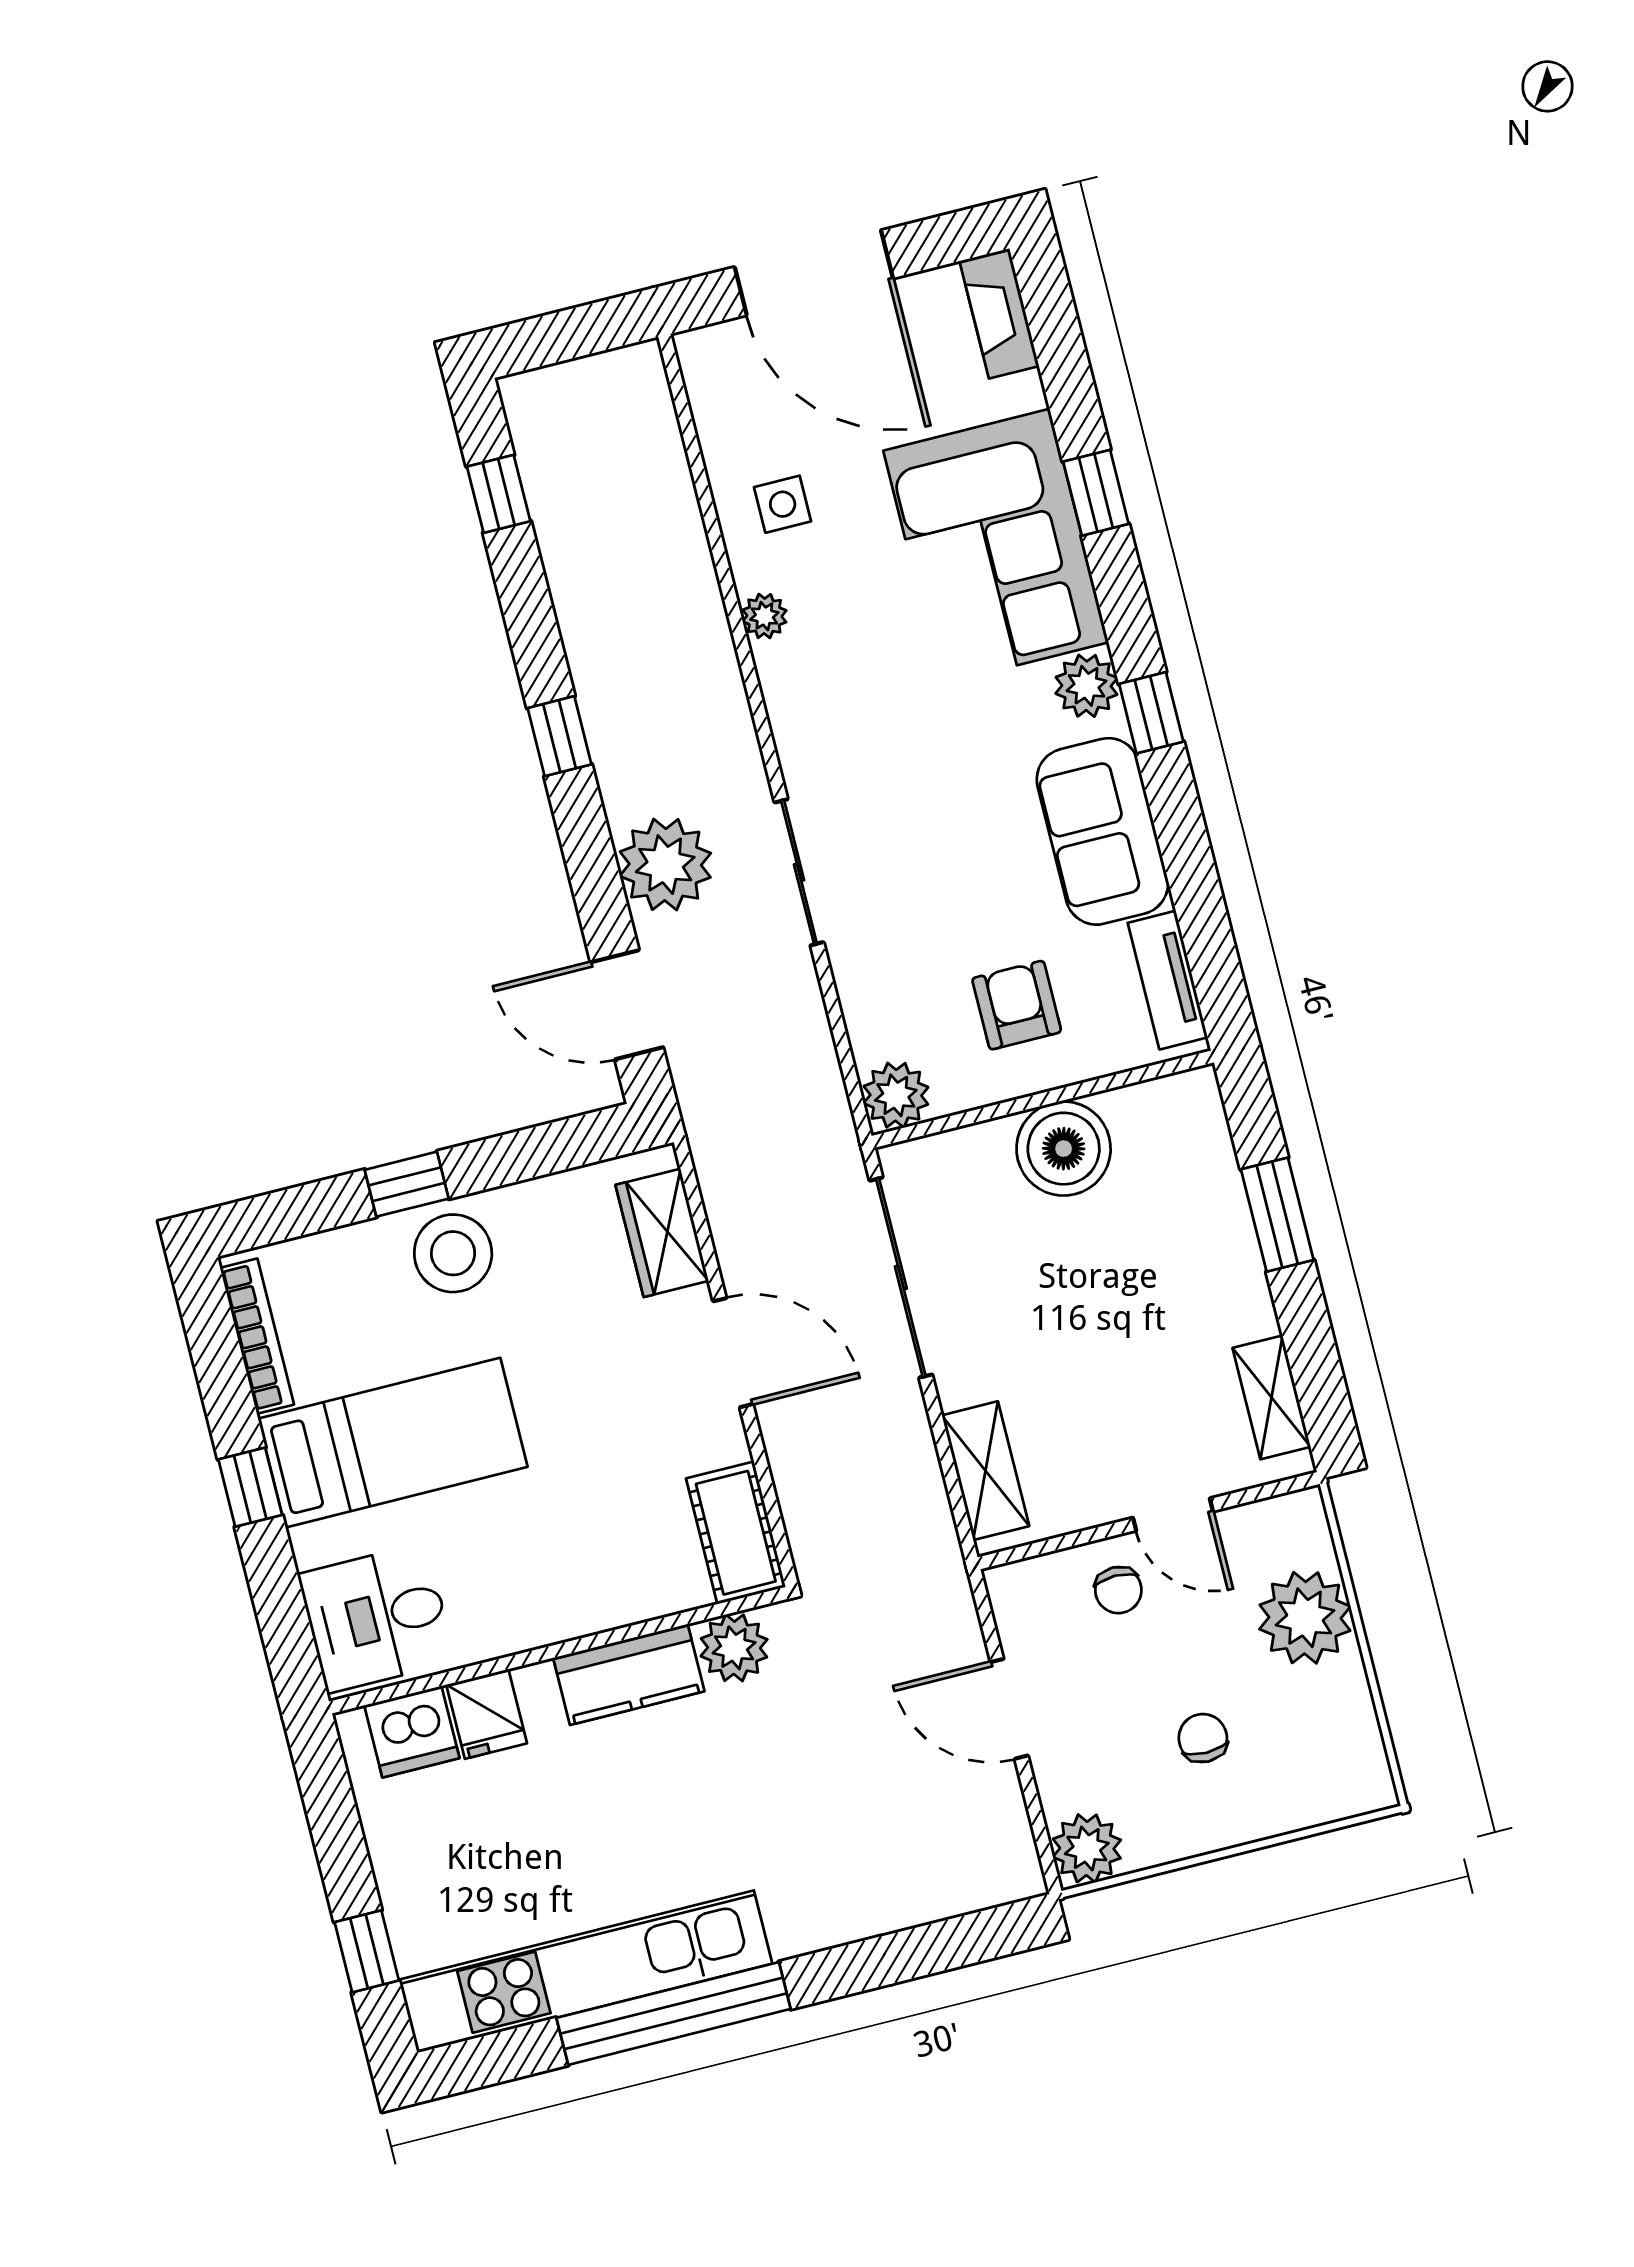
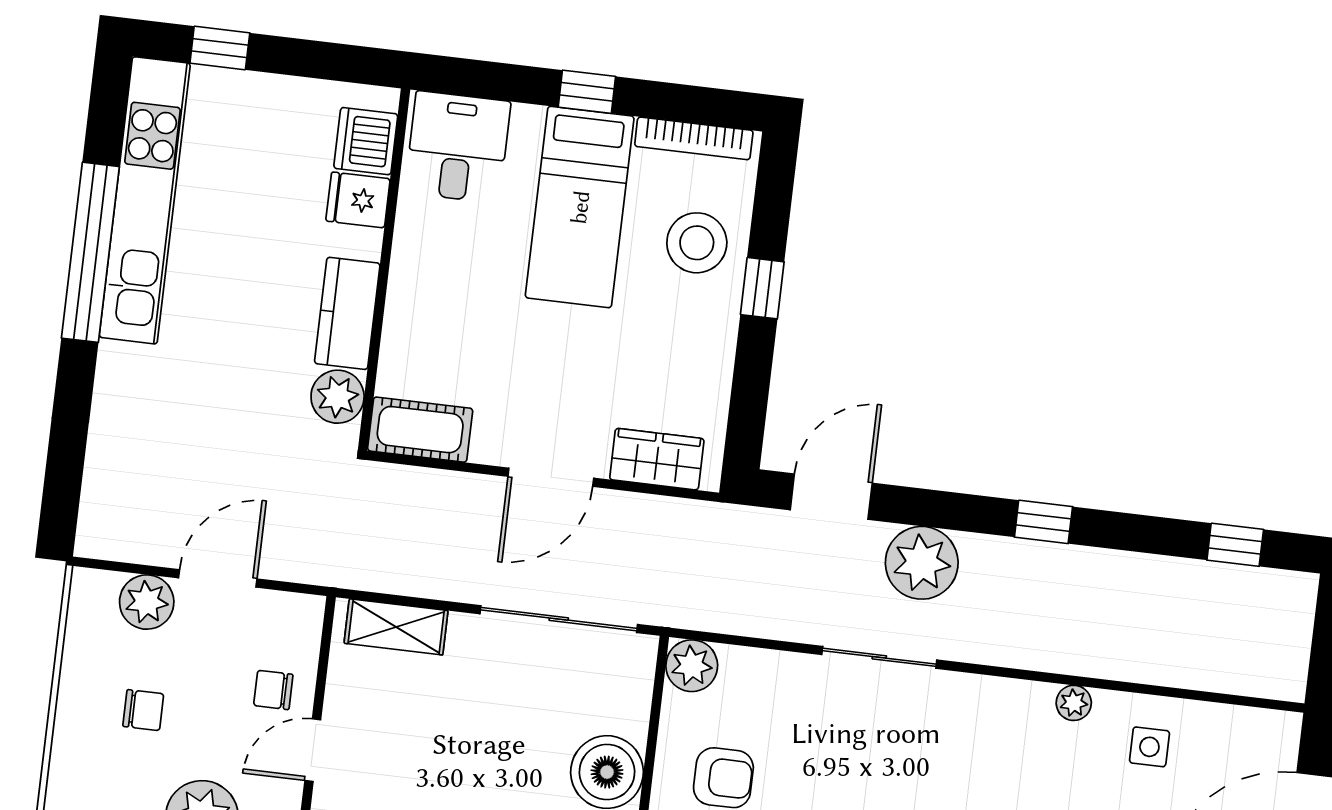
stool: (453, 1253) -> (697, 243), moved
plant: (1087, 1848) -> (147, 602), moved

